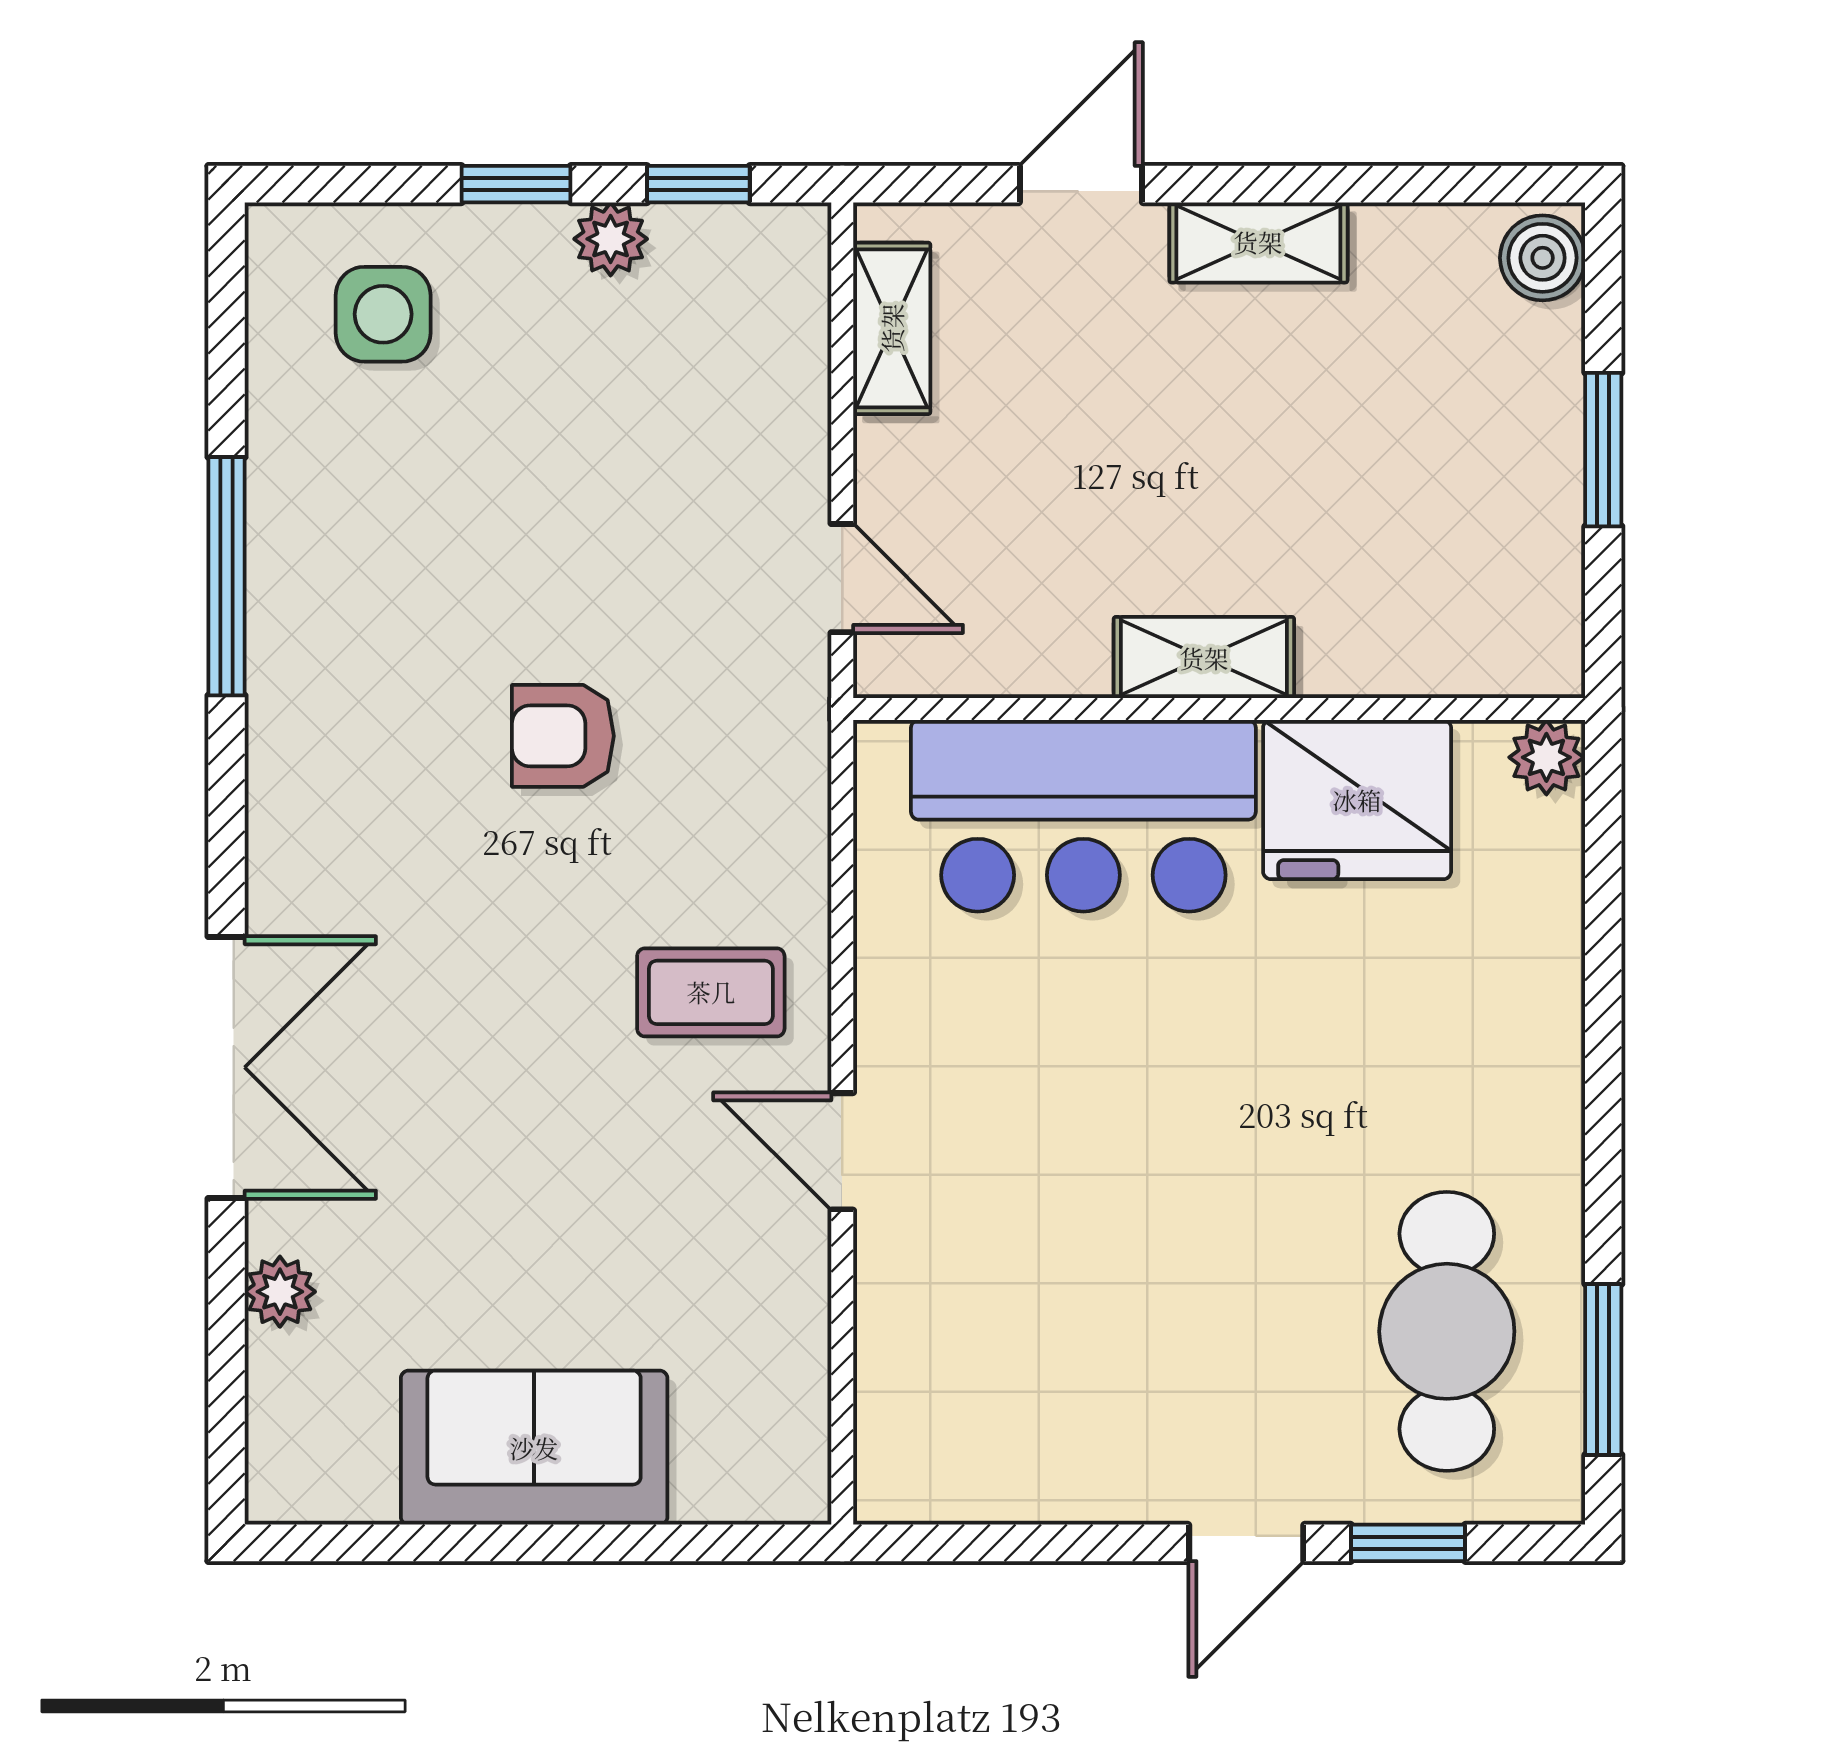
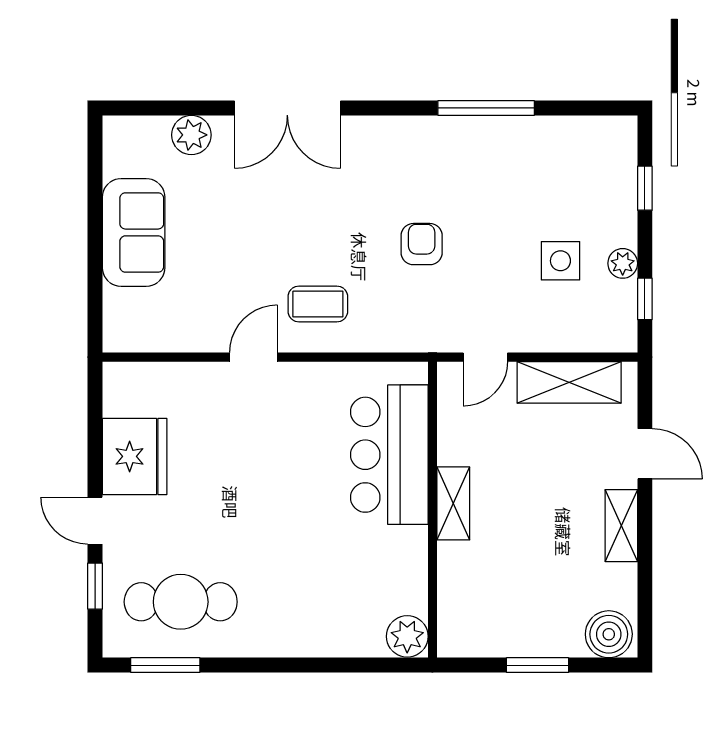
window: (516, 184) -> (645, 188), moved
boiler: (1543, 258) -> (609, 634), width x1.36, depth x1.36
side table: (383, 314) -> (560, 261), moved
shelving: (892, 328) -> (569, 382), width x1.50, depth x1.33
plant: (1546, 757) -> (407, 636), width x1.38, depth x1.38
fridge: (1357, 800) -> (135, 456), moved, turned 180
coffee table: (711, 992) -> (318, 304), turned 90
plant: (280, 1292) -> (191, 135), width x1.38, depth x1.38

